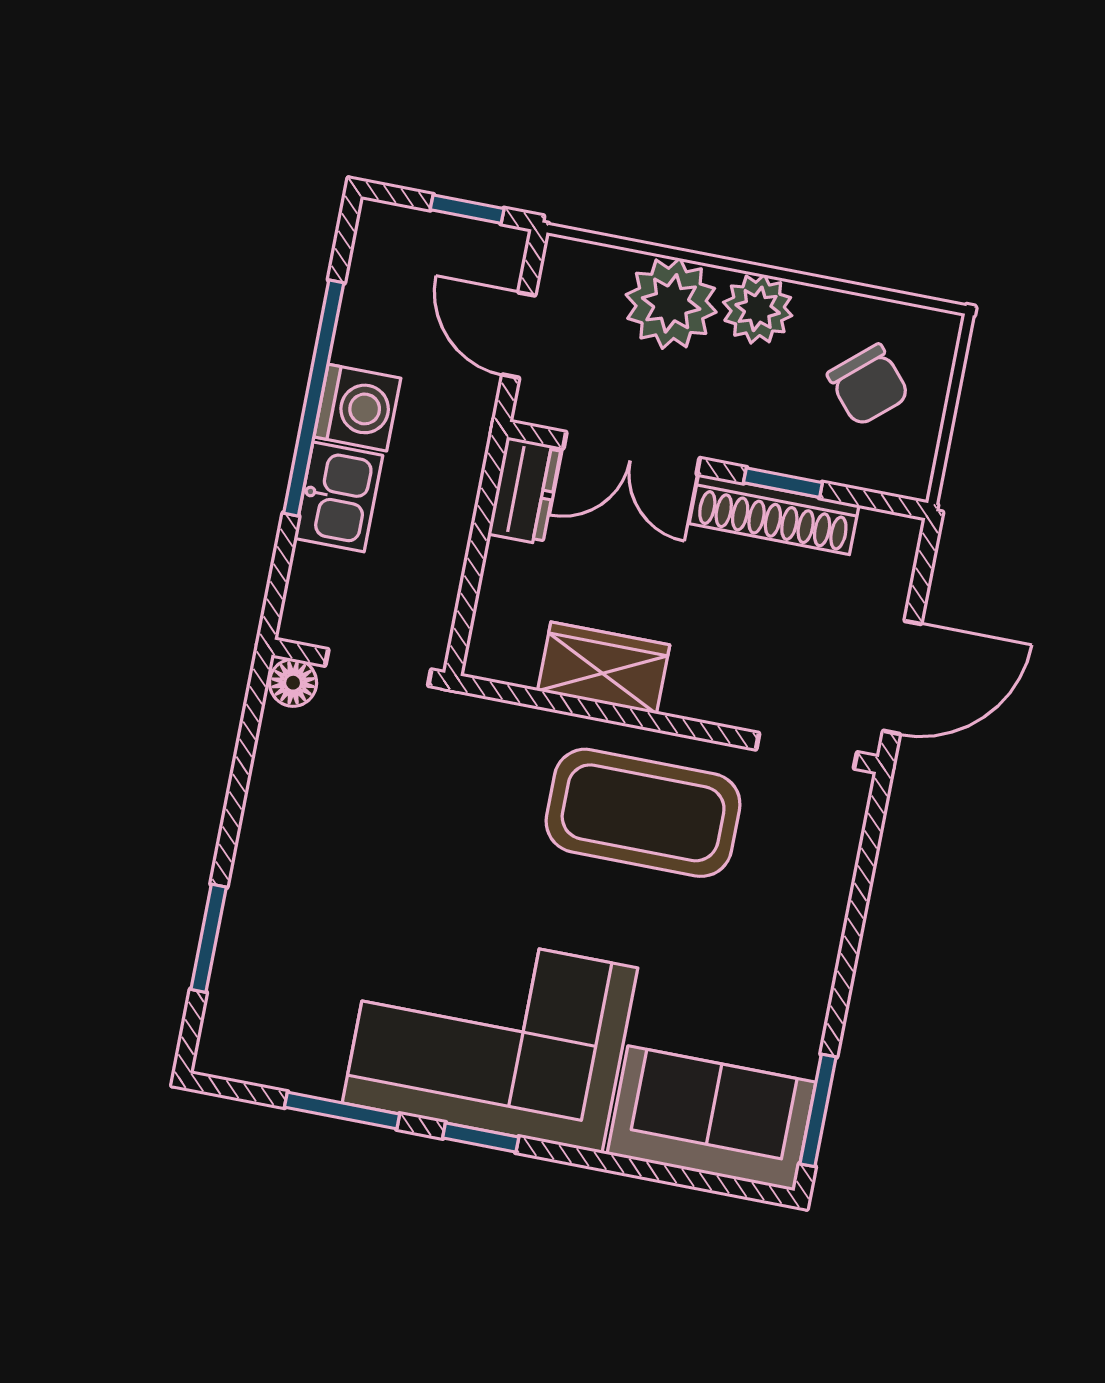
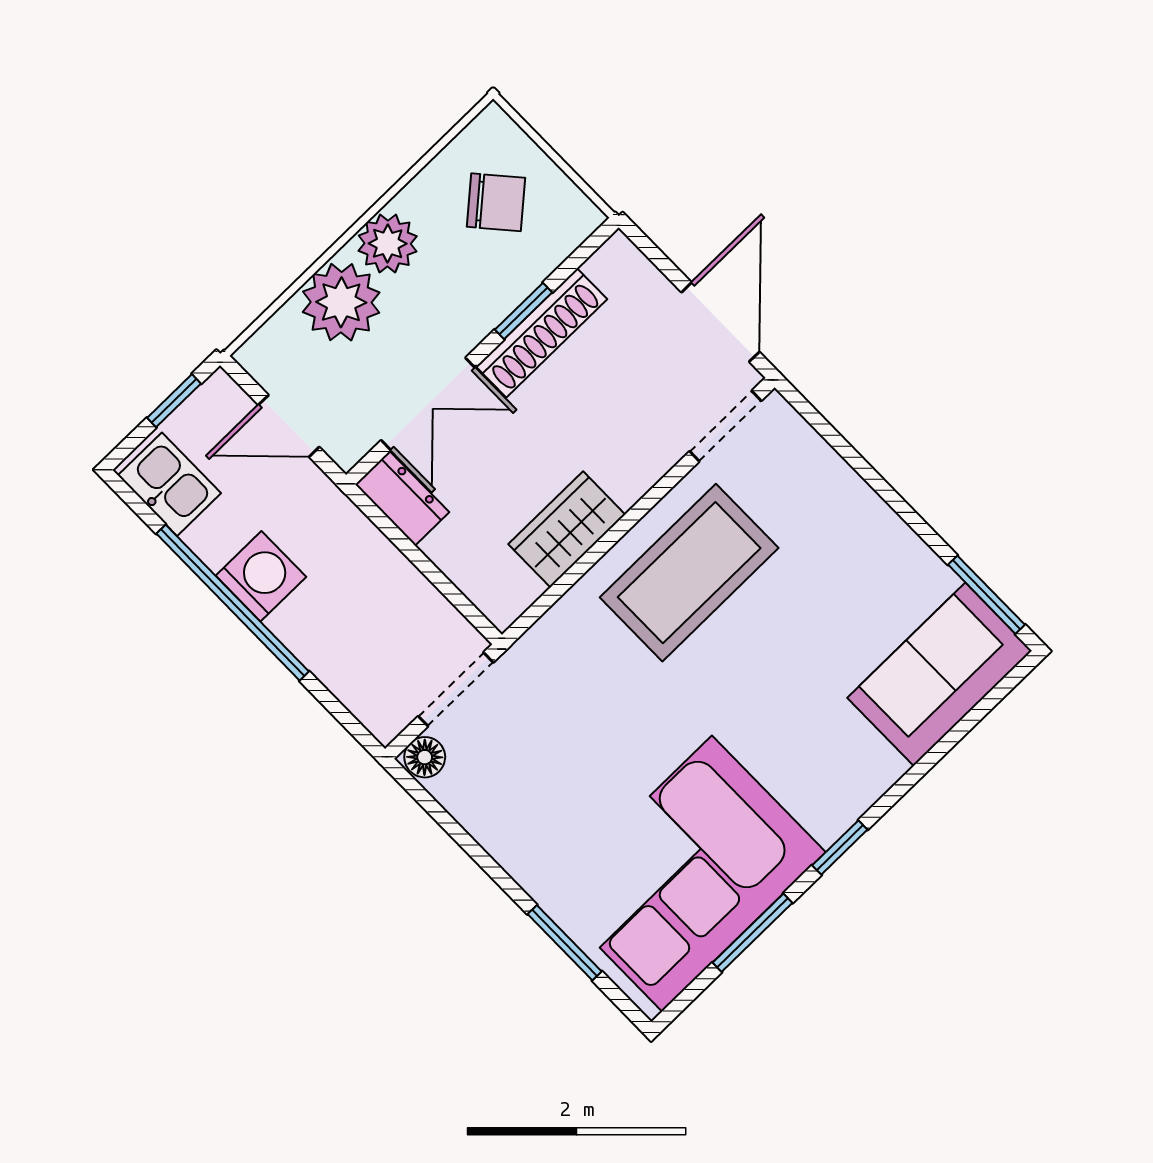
kitchen sink: (338, 497) -> (169, 484), moved
corner sofa: (490, 1035) -> (687, 874), moved

